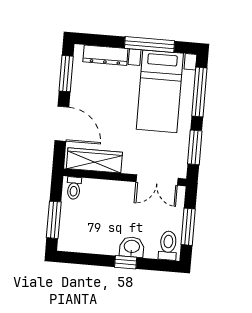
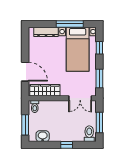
window: (66, 74) -> (25, 44), removed
window: (199, 92) -> (99, 48), width x0.46
washbasin: (132, 247) -> (43, 136), moved

